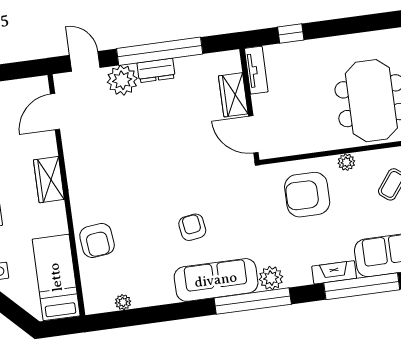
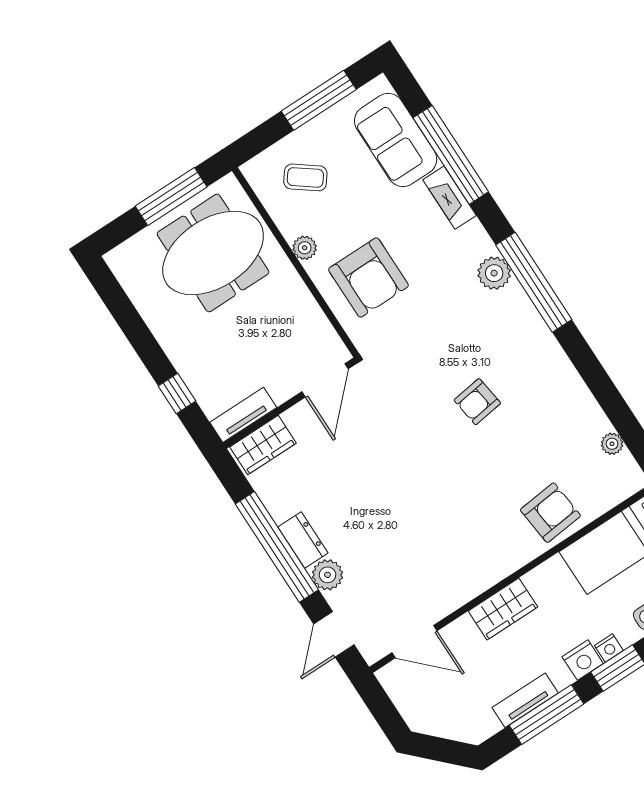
plant: (122, 80) -> (328, 575), width x0.73, depth x0.73
wardrobe: (233, 95) -> (263, 445), moved
sofa: (216, 280) -> (529, 341), removed

